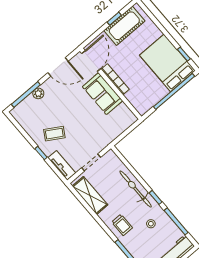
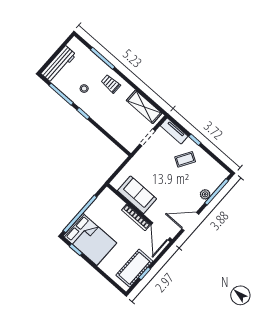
sofa: (103, 94) -> (137, 195), moved
bicycle: (136, 189) -> (103, 119), removed

